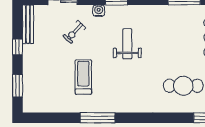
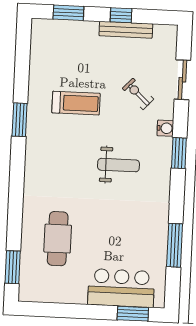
bench: (28, 24) -> (126, 30), moved
window: (98, 118) -> (20, 120), width x0.69

